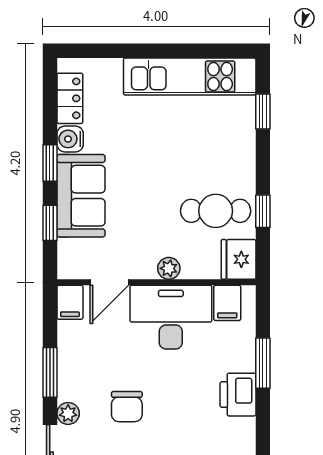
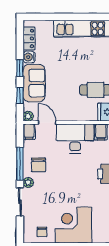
plant: (169, 268) -> (28, 116), moved
door: (109, 282) -> (47, 123), swing flipped
window: (50, 372) -> (20, 164), width x1.44
chair: (127, 407) -> (39, 165), moved

